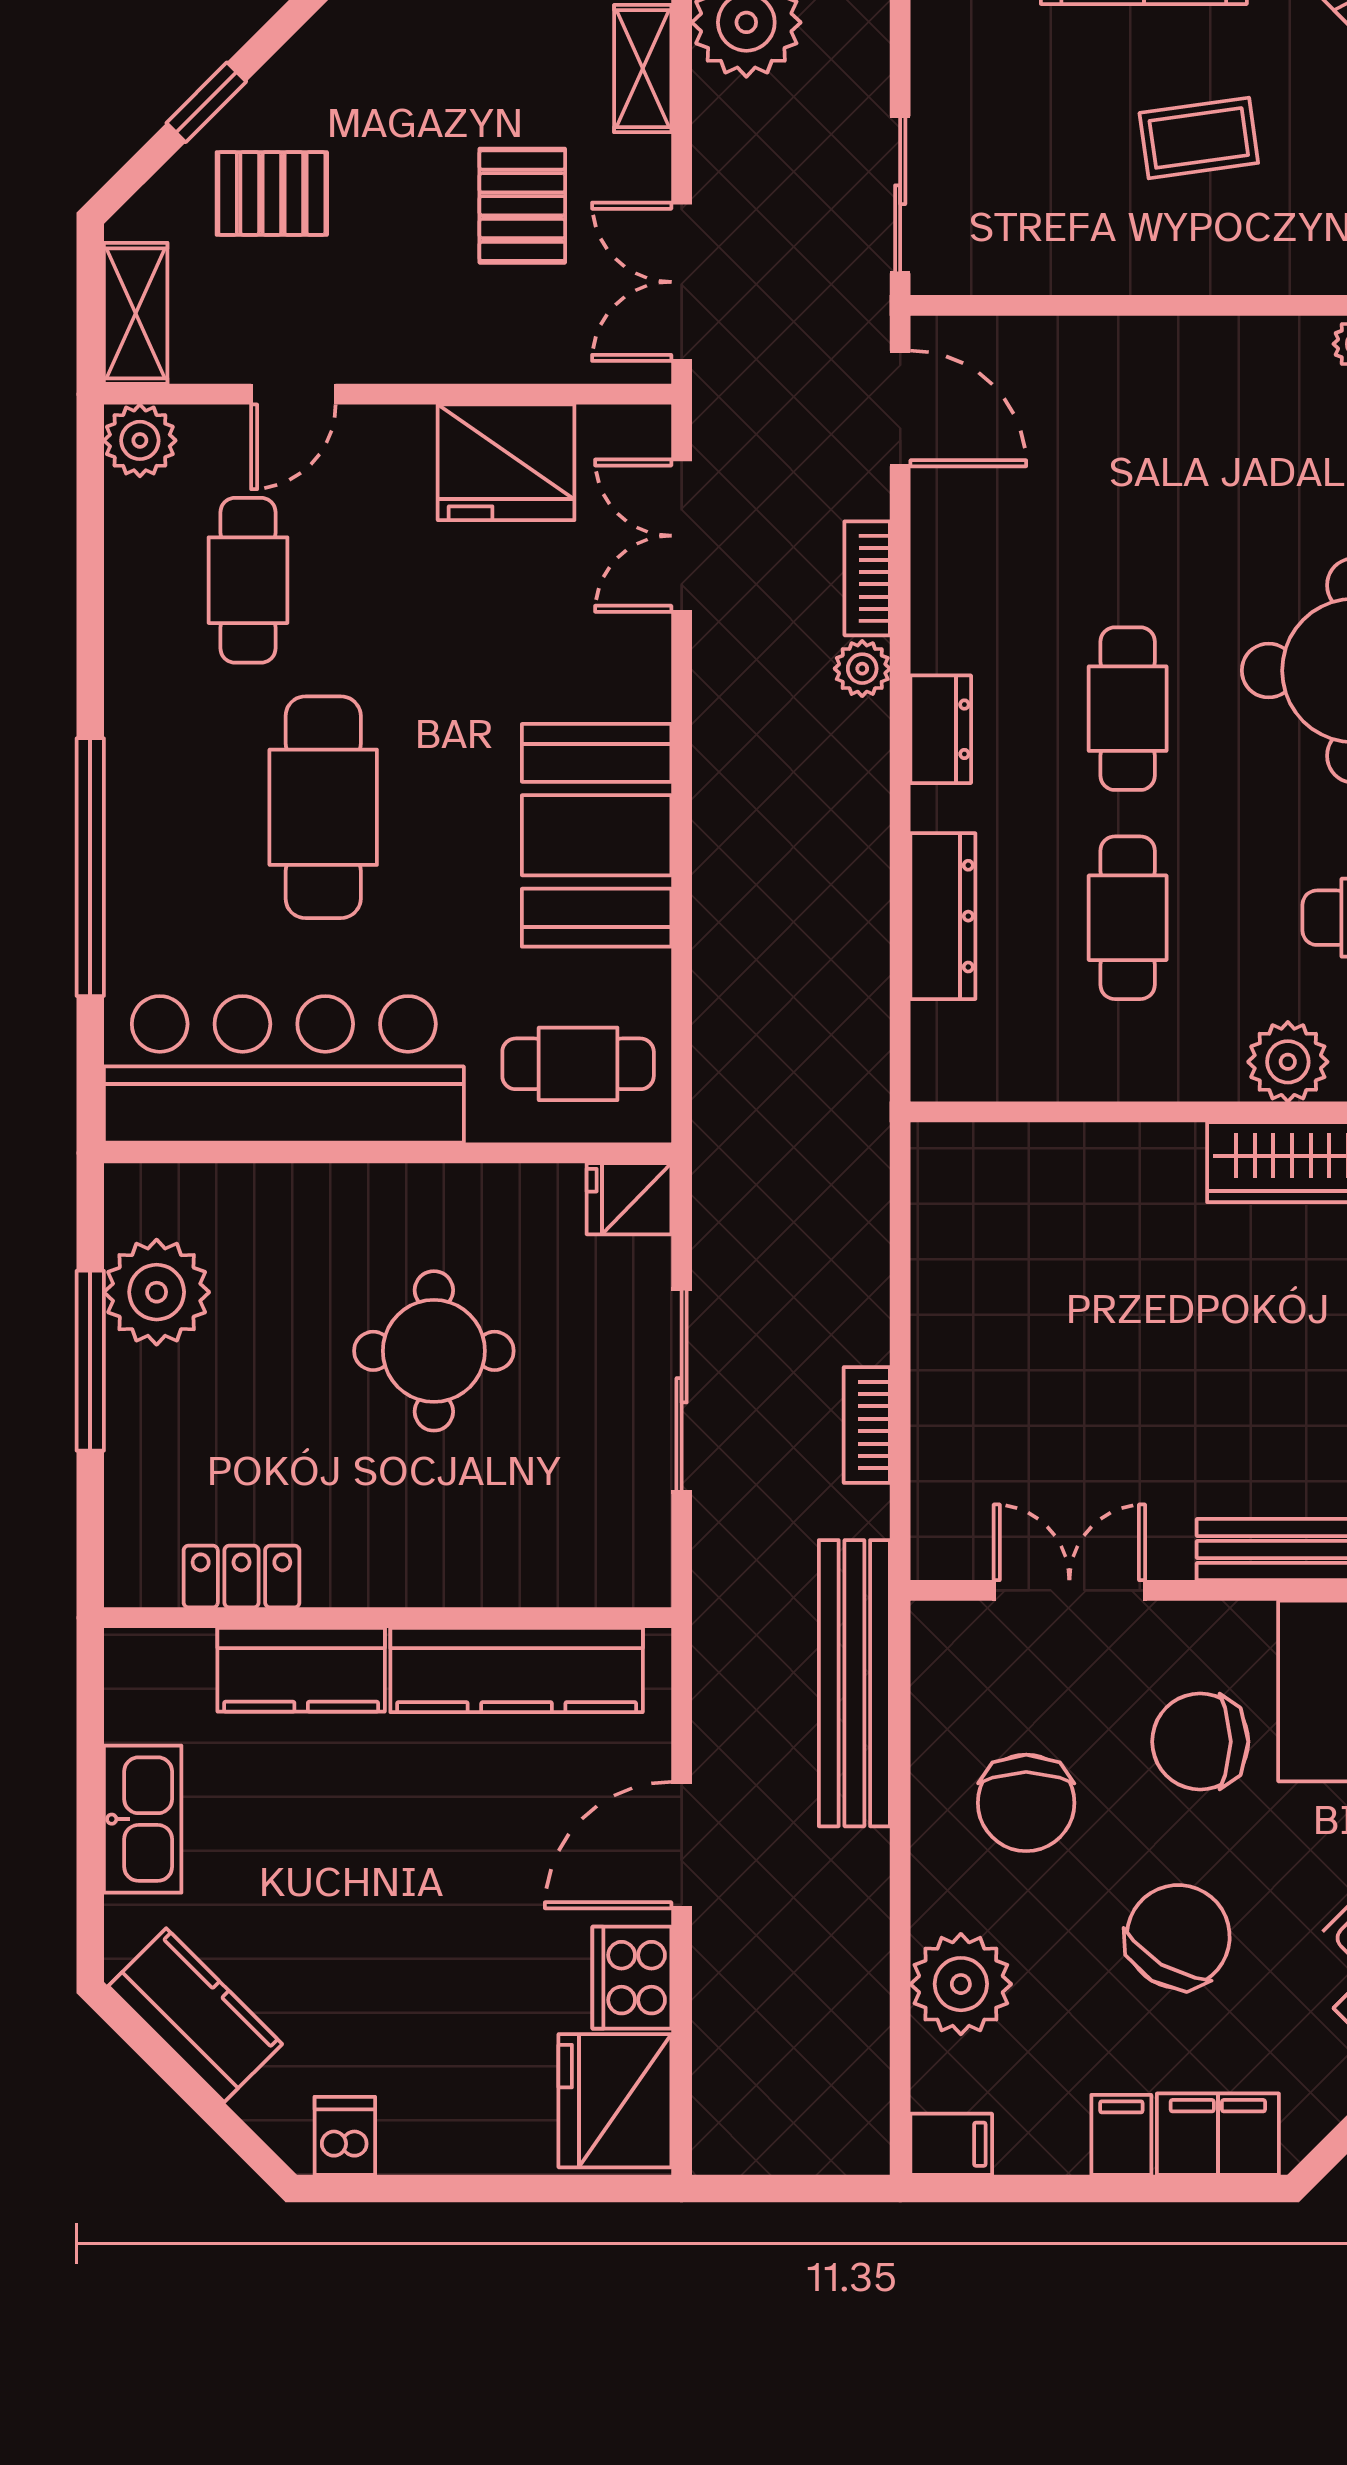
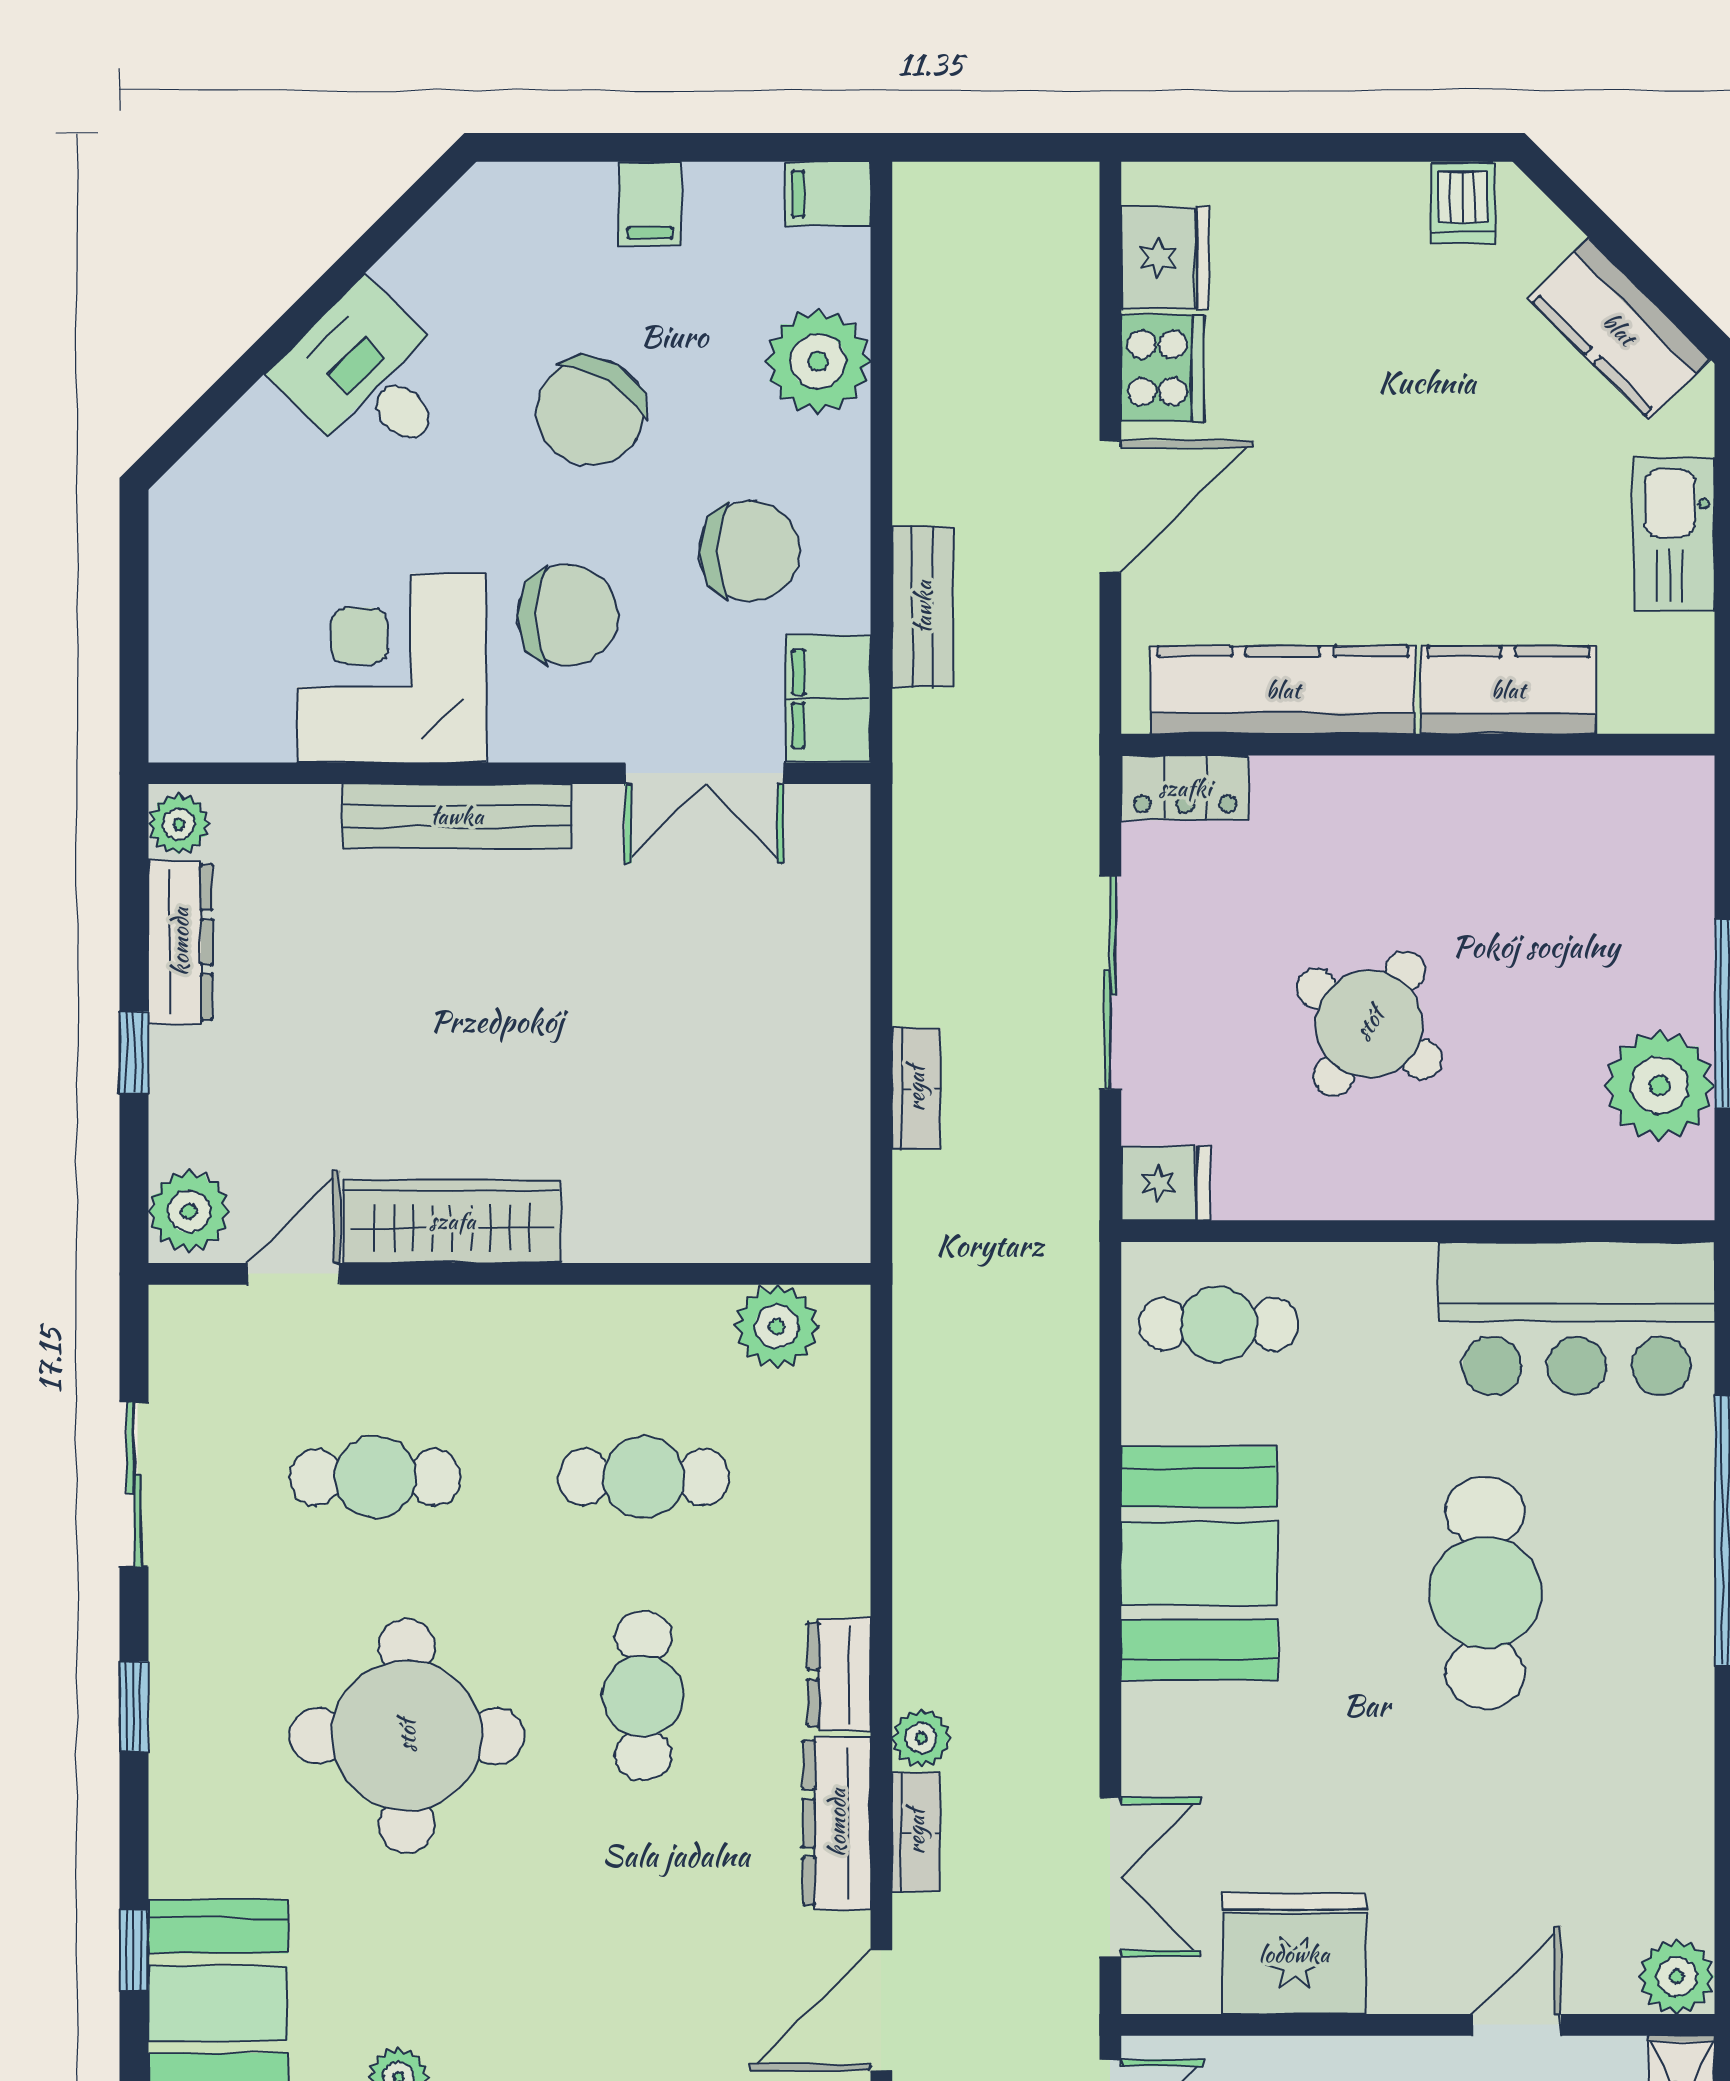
door: (900, 408) -> (881, 2010), hinge flipped
cafe table: (248, 580) -> (1564, 1830), removed
dresser: (943, 916) -> (837, 1823), moved
cafe table: (1128, 918) -> (643, 1477), turned 90
plant: (1288, 1062) -> (777, 1326), moved
bar counter: (284, 1069) -> (1577, 1318), width x0.73
round table: (434, 1351) -> (1369, 1024), turned 34
bookcase: (867, 1425) -> (916, 1089), moved
locker: (241, 1577) -> (1185, 788), moved
bench: (854, 1683) -> (923, 607), width x0.54, depth x0.82
chair: (1026, 1803) -> (750, 551), turned 90
fridge: (615, 2101) -> (1165, 258), width x0.73, depth x0.75
filing cabinet: (1218, 2134) -> (828, 699), moved, turned 90

